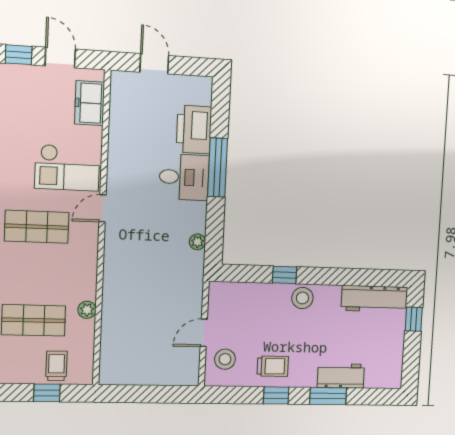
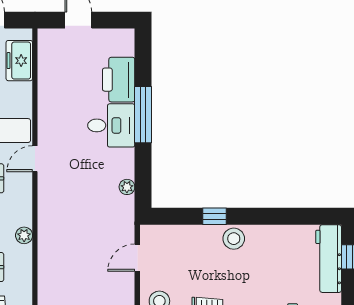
workbench: (374, 299) -> (329, 259), moved, turned 90
plant: (87, 310) -> (24, 235), moved
door: (204, 333) -> (137, 258), moved

